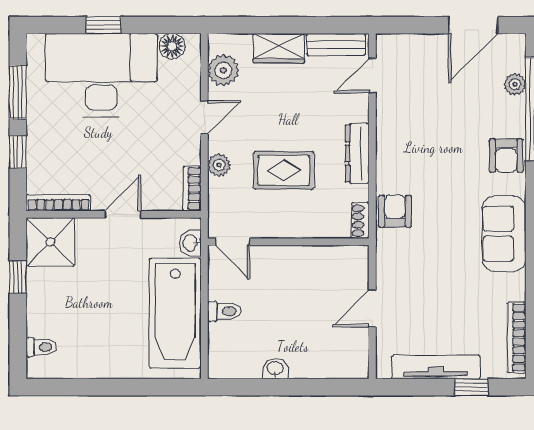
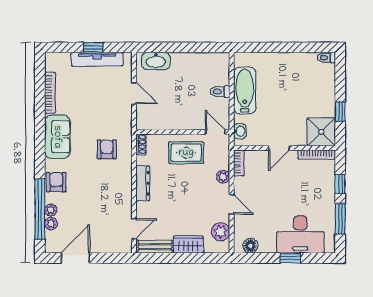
desk: (101, 75) -> (300, 235), width x0.73, depth x0.77
plant: (515, 108) -> (51, 210), added
door: (204, 117) -> (232, 204), swing flipped
rug: (284, 170) -> (186, 153), moved
armchair: (395, 211) -> (107, 149), moved, turned 180
door: (372, 309) -> (134, 93), hinge flipped
bathtub: (175, 313) -> (245, 90), width x0.73, depth x0.73
bookcase: (517, 337) -> (50, 93), moved
toilet: (41, 347) -> (326, 58), moved
washbasin: (275, 369) -> (156, 61), moved, width x1.91, depth x1.45
window: (471, 387) -> (93, 47), moved

